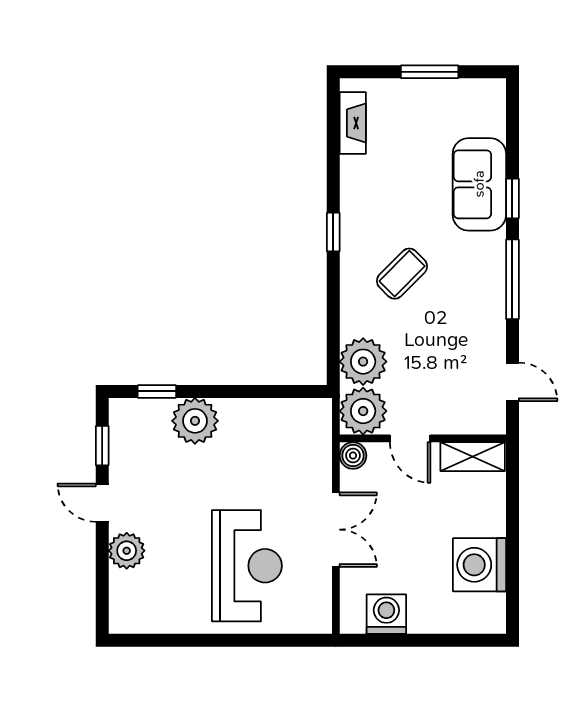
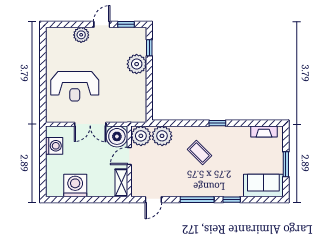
sofa: (479, 184) -> (263, 186), moved
boiler: (353, 456) -> (117, 136), width x1.86, depth x1.86

